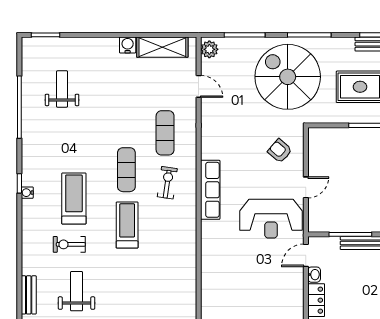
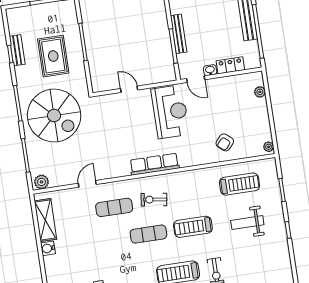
spiral stairs: (288, 77) -> (54, 116), turned -90
door: (199, 86) -> (87, 184), moved
armchair: (280, 151) -> (225, 142), moved
door: (306, 187) -> (129, 89), moved
treadmill: (170, 289) -> (239, 184), added
weight bench: (77, 291) -> (247, 223), moved

